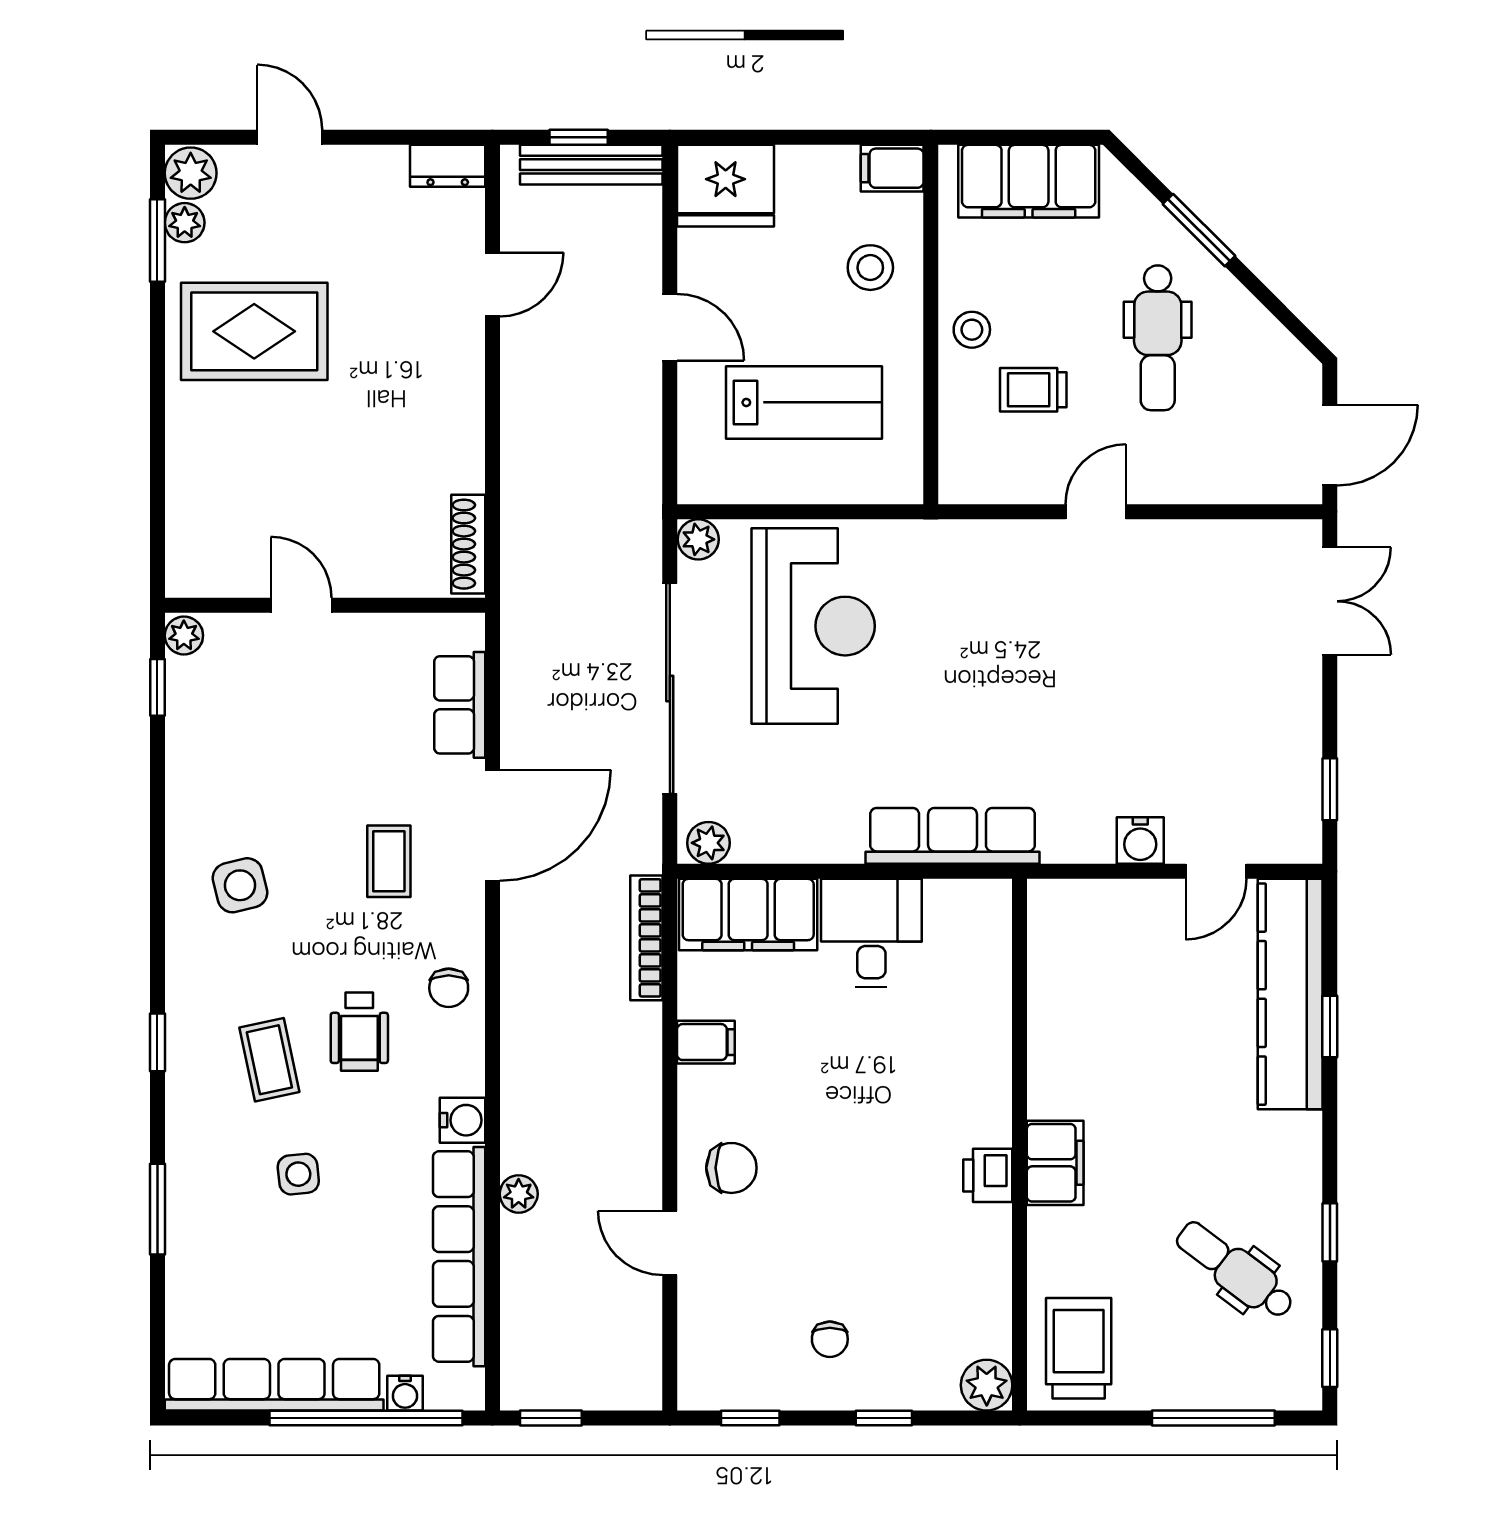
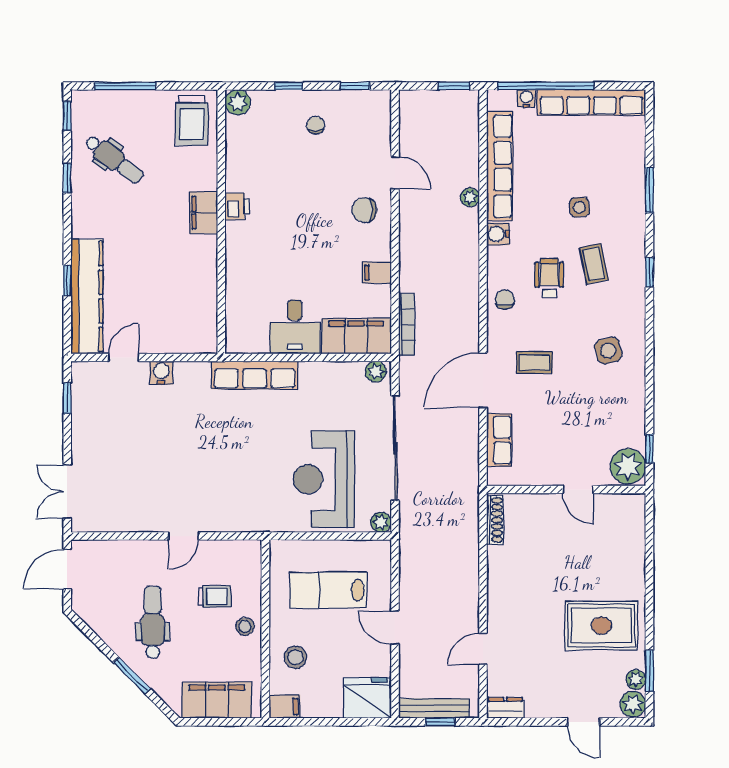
plant: (184, 635) -> (628, 466), width x1.88, depth x1.88
coffee table: (389, 861) -> (534, 362), turned 90

